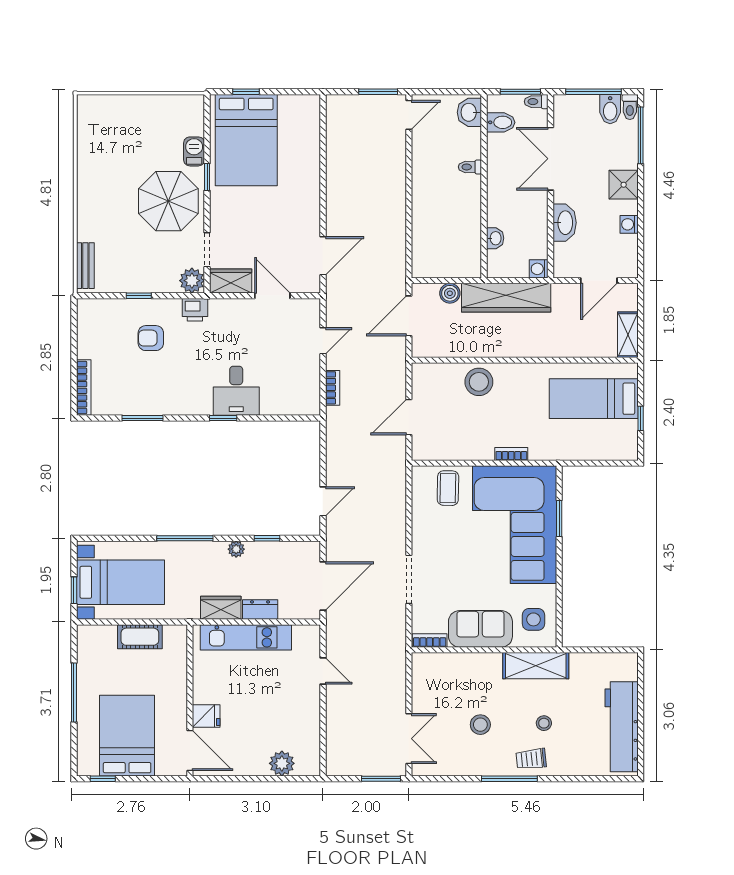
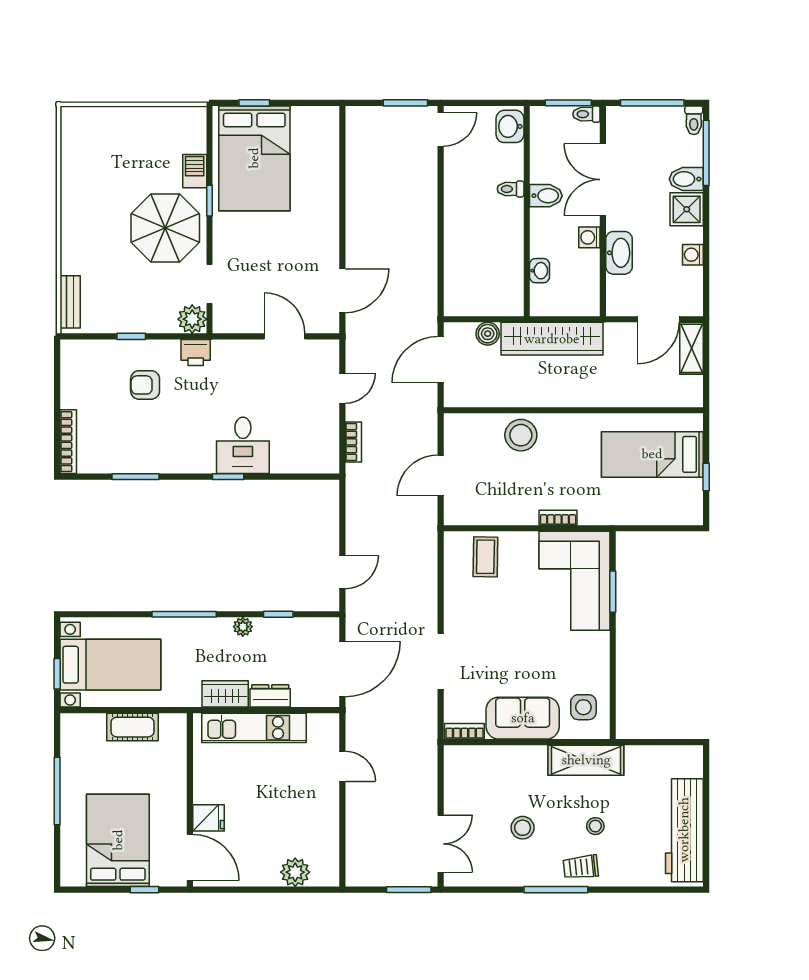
bidet: (610, 109) -> (686, 179), moved, turned 90
bidet: (501, 122) -> (546, 196), moved
washing machine: (539, 269) -> (589, 237), moved
wardrobe: (231, 281) -> (236, 320), removed
shelving: (628, 335) -> (692, 348), moved
corner sofa: (515, 525) -> (574, 581), width x0.73, depth x0.74
window: (103, 779) -> (145, 890), moved

